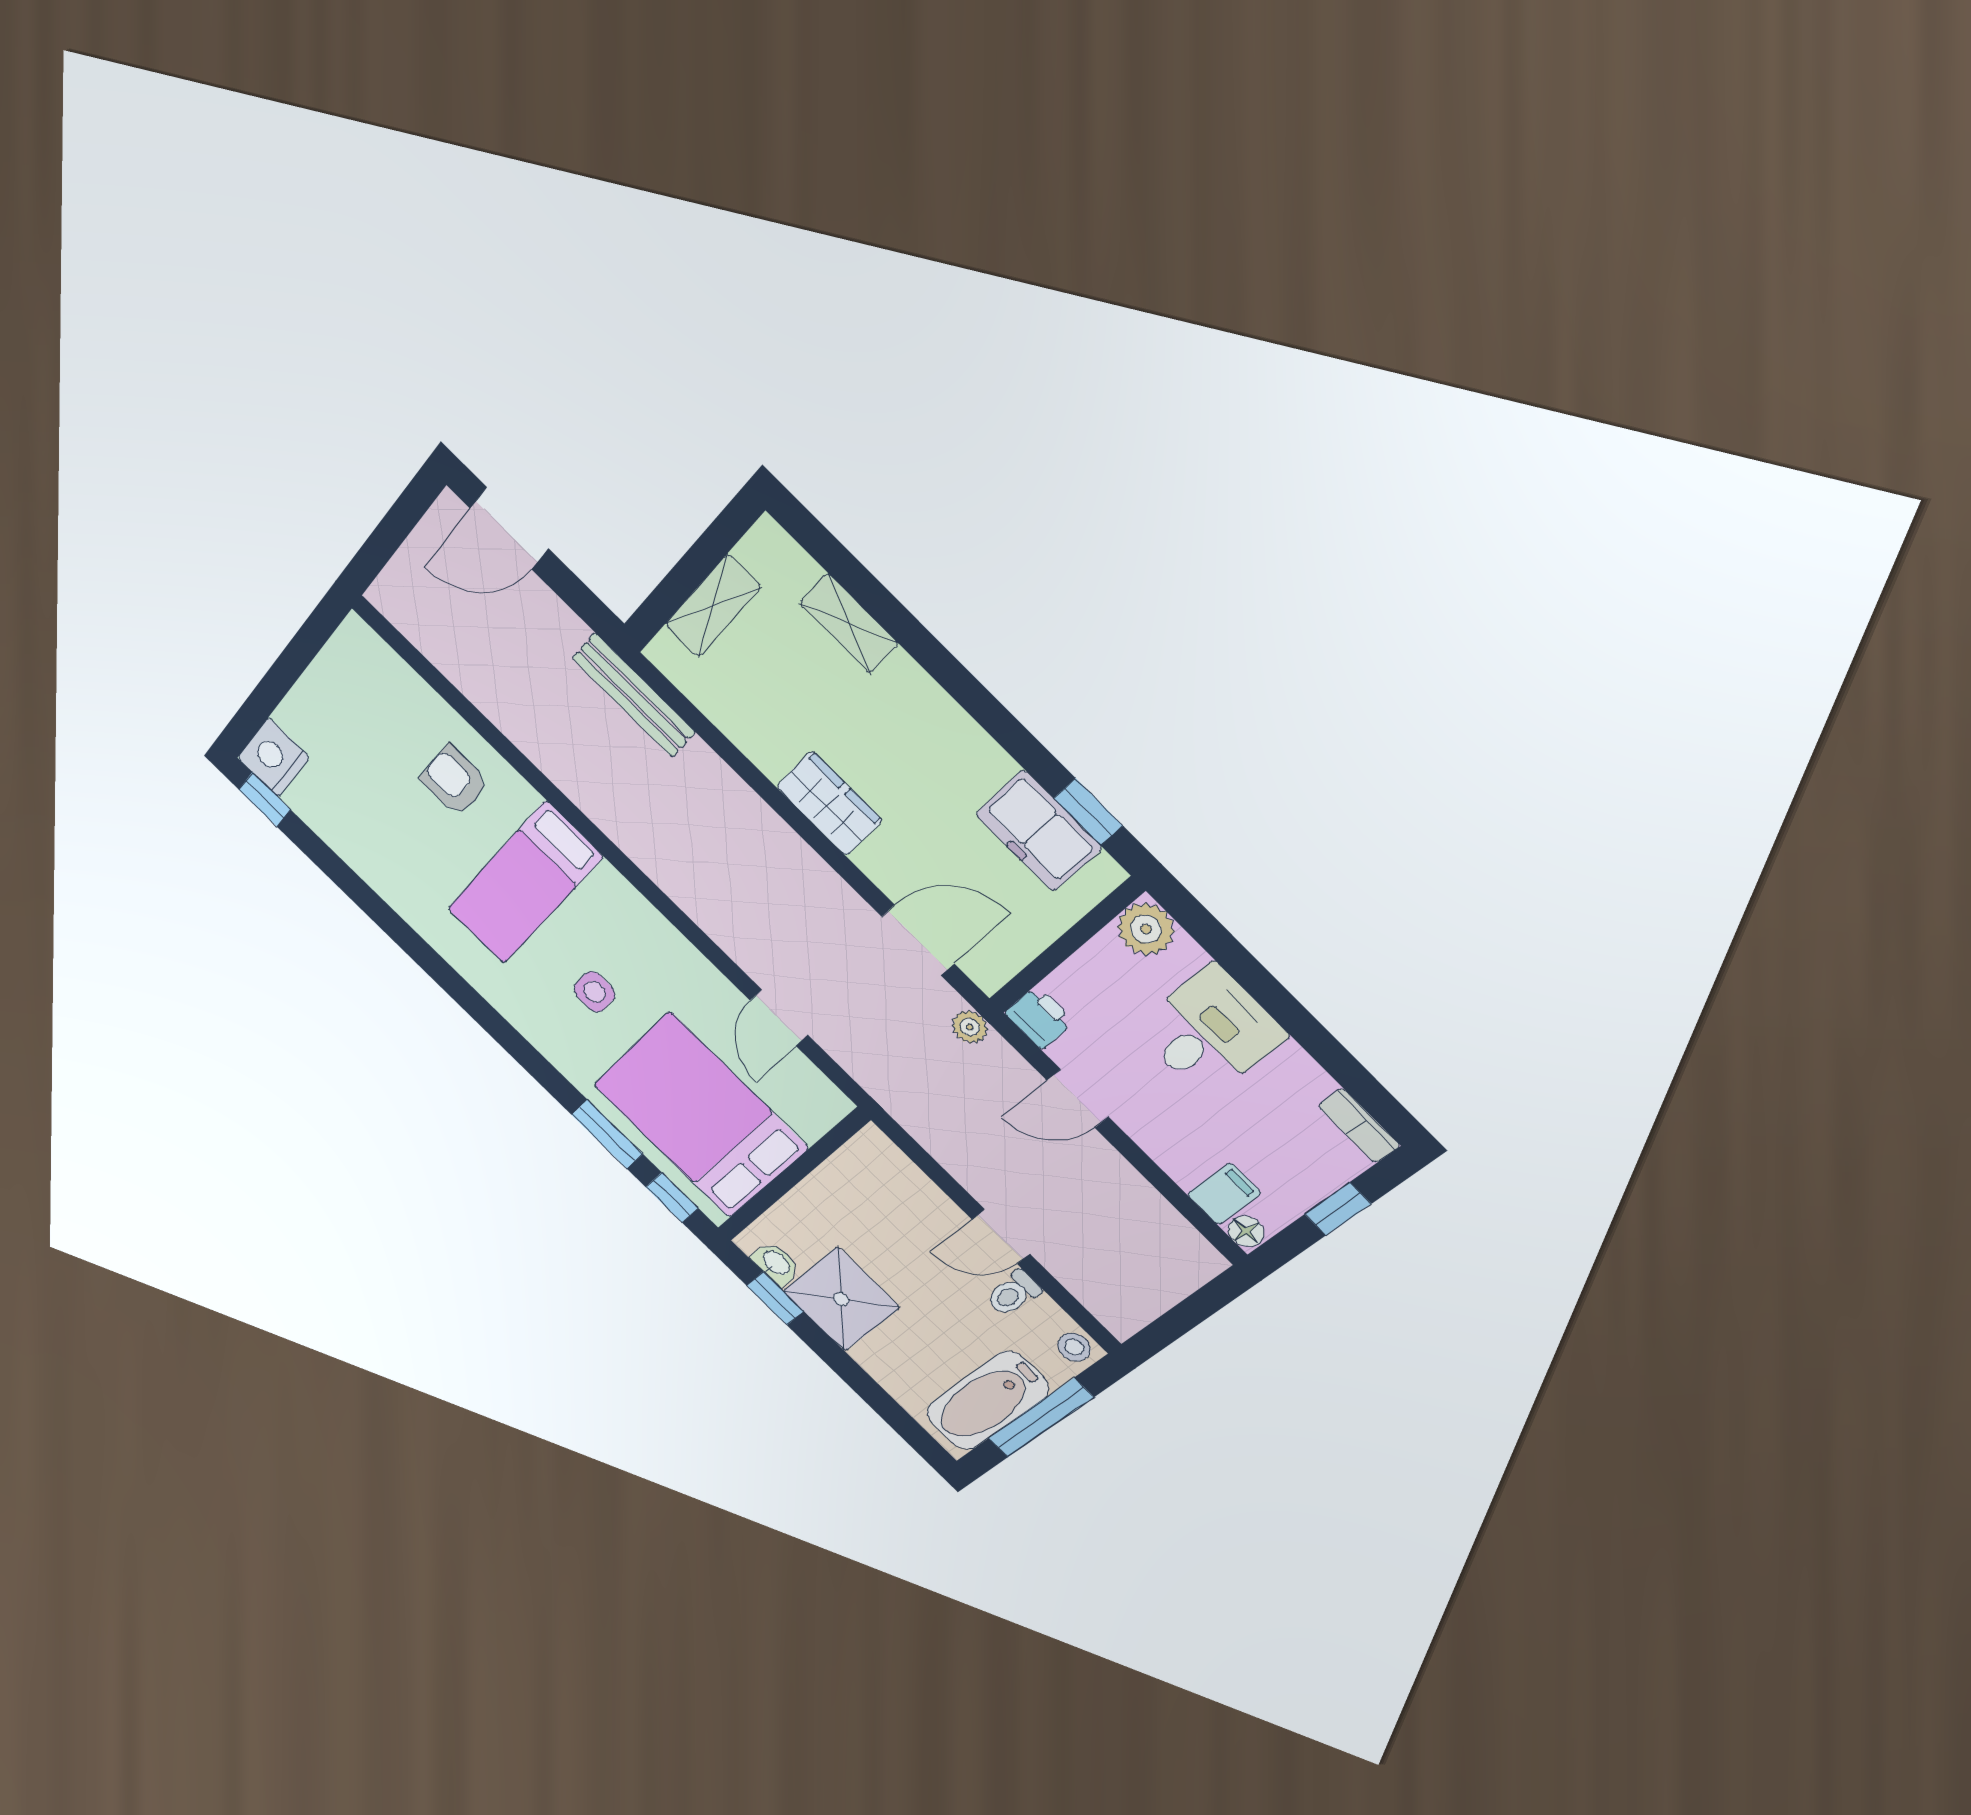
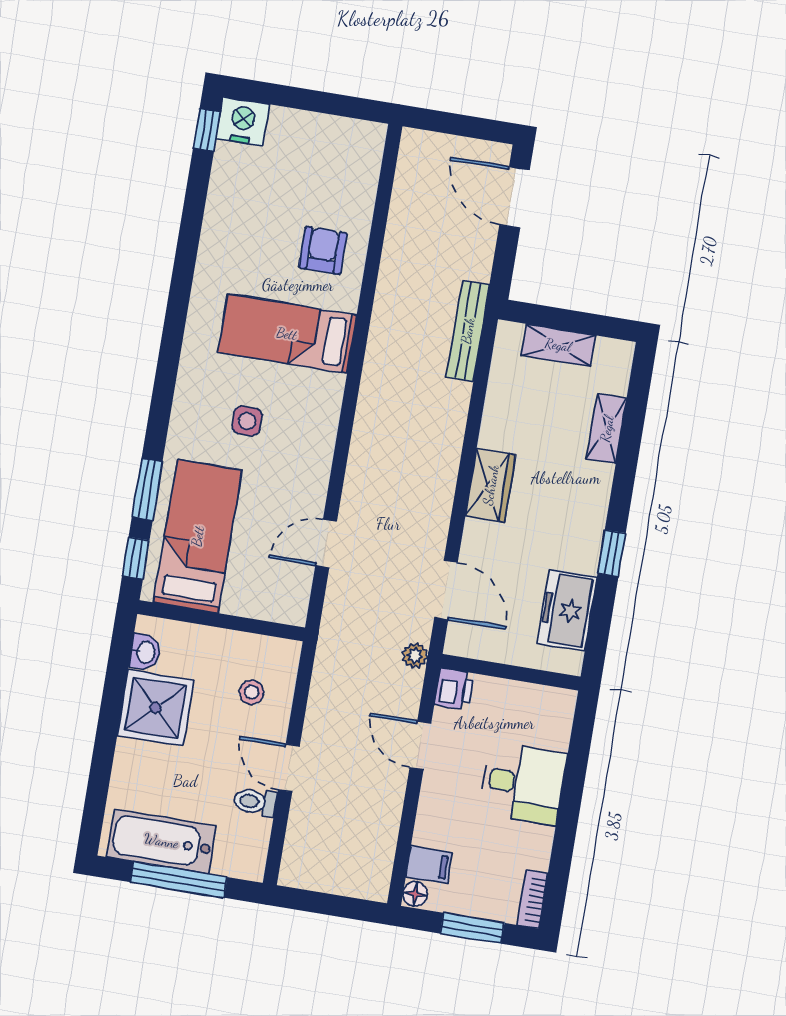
window: (1088, 812) -> (612, 553), moved
plant: (1146, 929) -> (556, 707), removed
bed: (700, 1116) -> (198, 536), width x0.67
window: (1338, 1209) -> (472, 928), width x1.50
window: (775, 1298) -> (118, 668), removed
stool: (1074, 1347) -> (252, 692), moved

